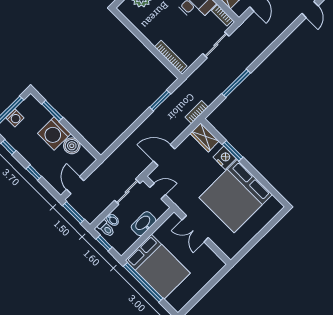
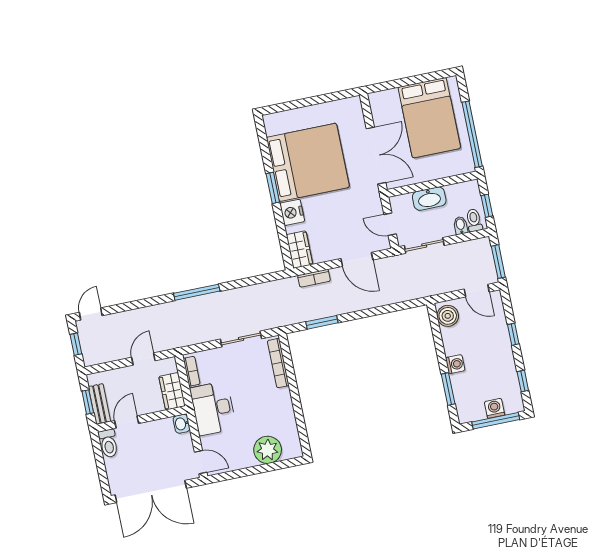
sliding door: (216, 45) -> (241, 339), moved
window: (236, 83) -> (197, 292), moved
bookcase: (197, 112) -> (314, 278), moved
washing machine: (54, 134) -> (455, 364), width x0.53, depth x0.53
boiler: (72, 146) -> (448, 316), moved
window: (233, 151) -> (273, 188), moved
door: (75, 185) -> (477, 291), hinge flipped
double door: (195, 229) -> (376, 156), width x1.37
bed: (158, 267) -> (429, 118), moved, turned 180

